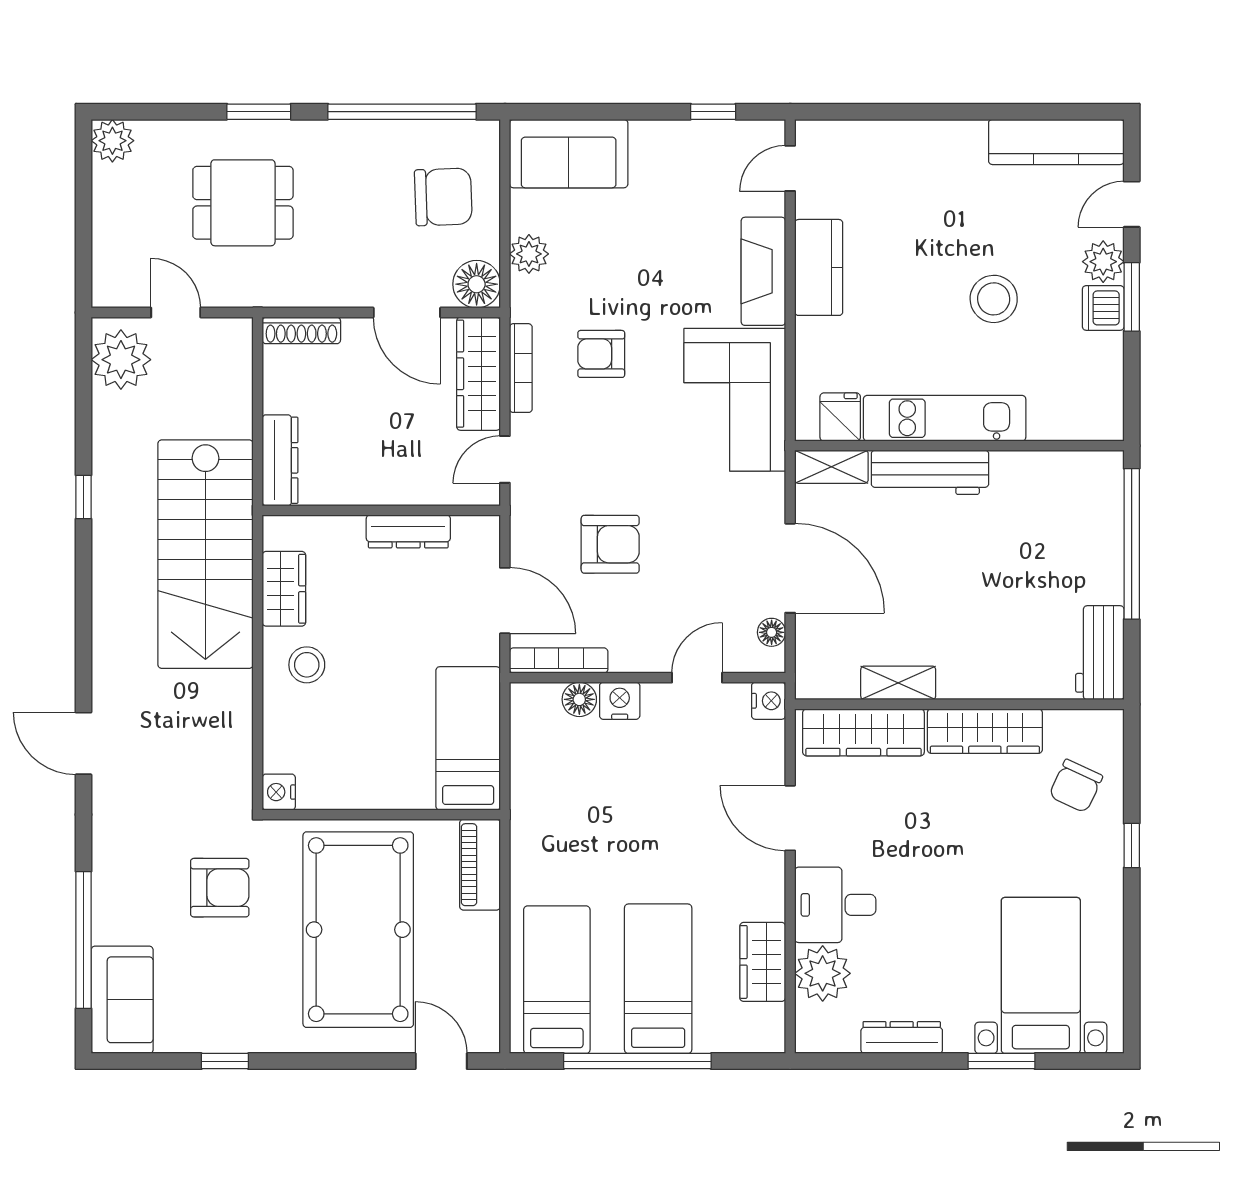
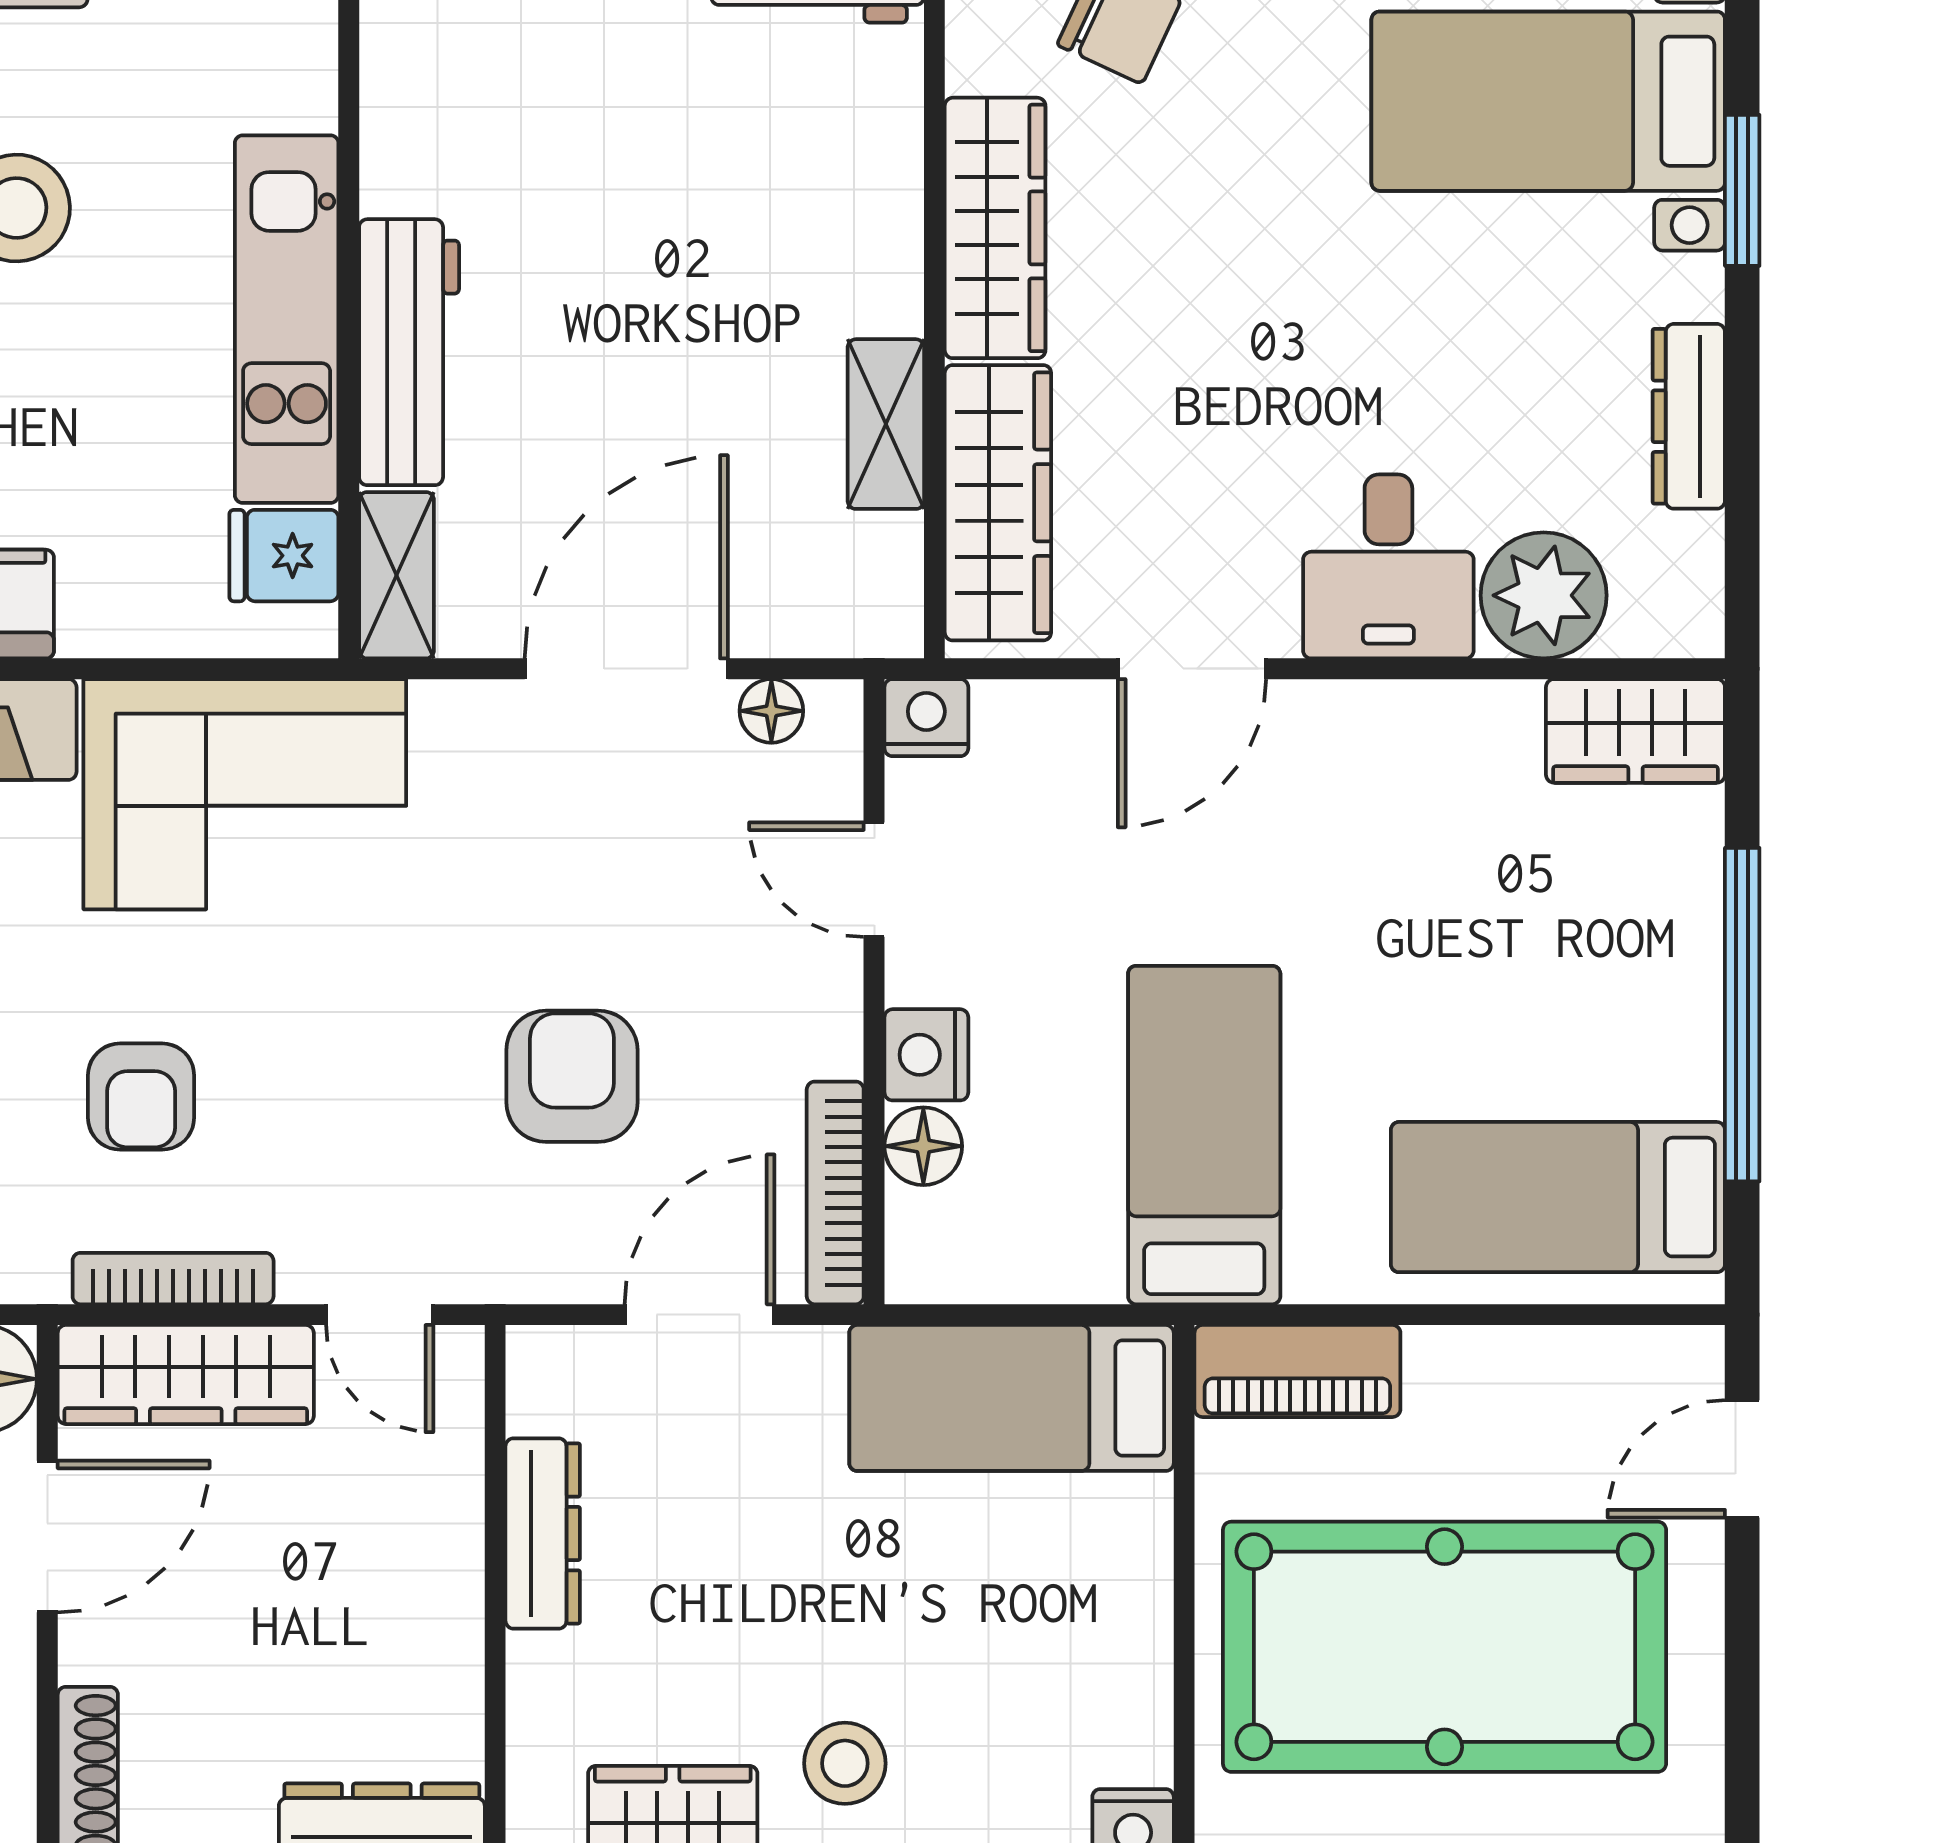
wardrobe: (763, 962) -> (1635, 731), moved
bed: (658, 979) -> (1204, 1135), moved, turned 90

